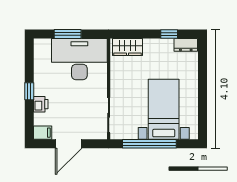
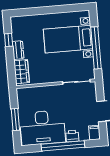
dresser: (186, 45) -> (18, 50), moved
desk: (79, 59) -> (42, 128), moved, turned -90
window: (29, 91) -> (63, 146), width x3.17

